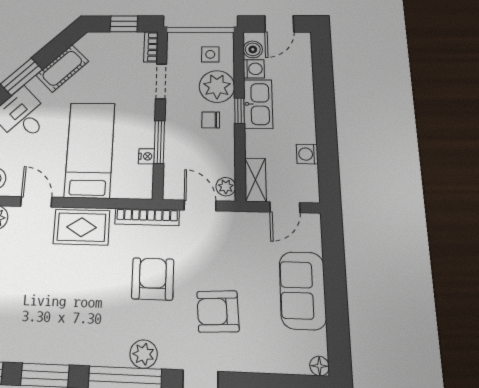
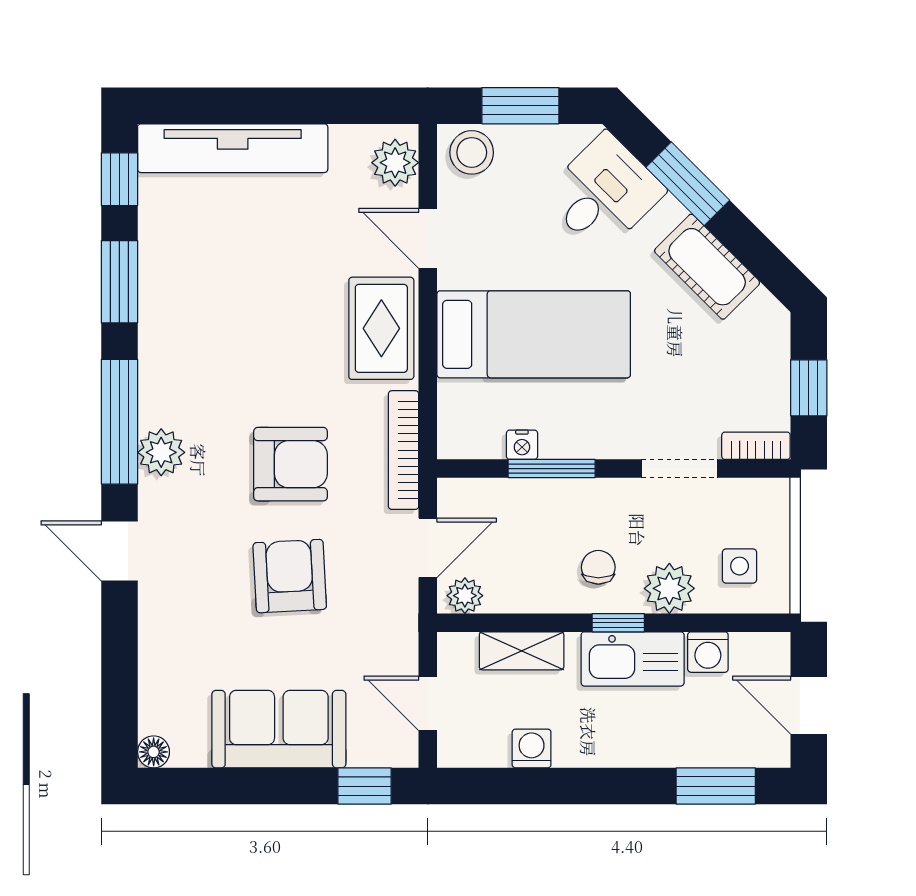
boiler: (253, 49) -> (751, 651), removed
window: (322, 66) -> (716, 786), added
plant: (217, 86) -> (669, 588), width x0.73, depth x0.73
shelving: (255, 180) -> (522, 651), moved
door: (36, 202) -> (428, 238), swing flipped
window: (333, 243) -> (365, 786), added
armchair: (218, 311) -> (290, 576), moved

